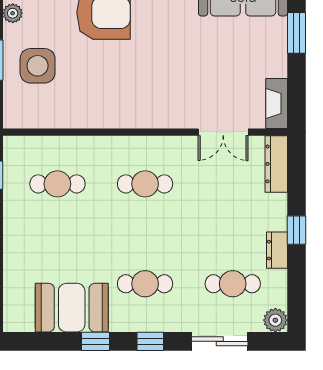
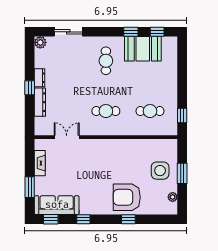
fireplace: (277, 104) -> (40, 163), moved
dresser: (276, 164) -> (40, 102), moved
cafe table: (145, 284) -> (106, 61), turned 90
cafe table: (233, 284) -> (62, 61), removed
window: (150, 341) -> (157, 32), moved

